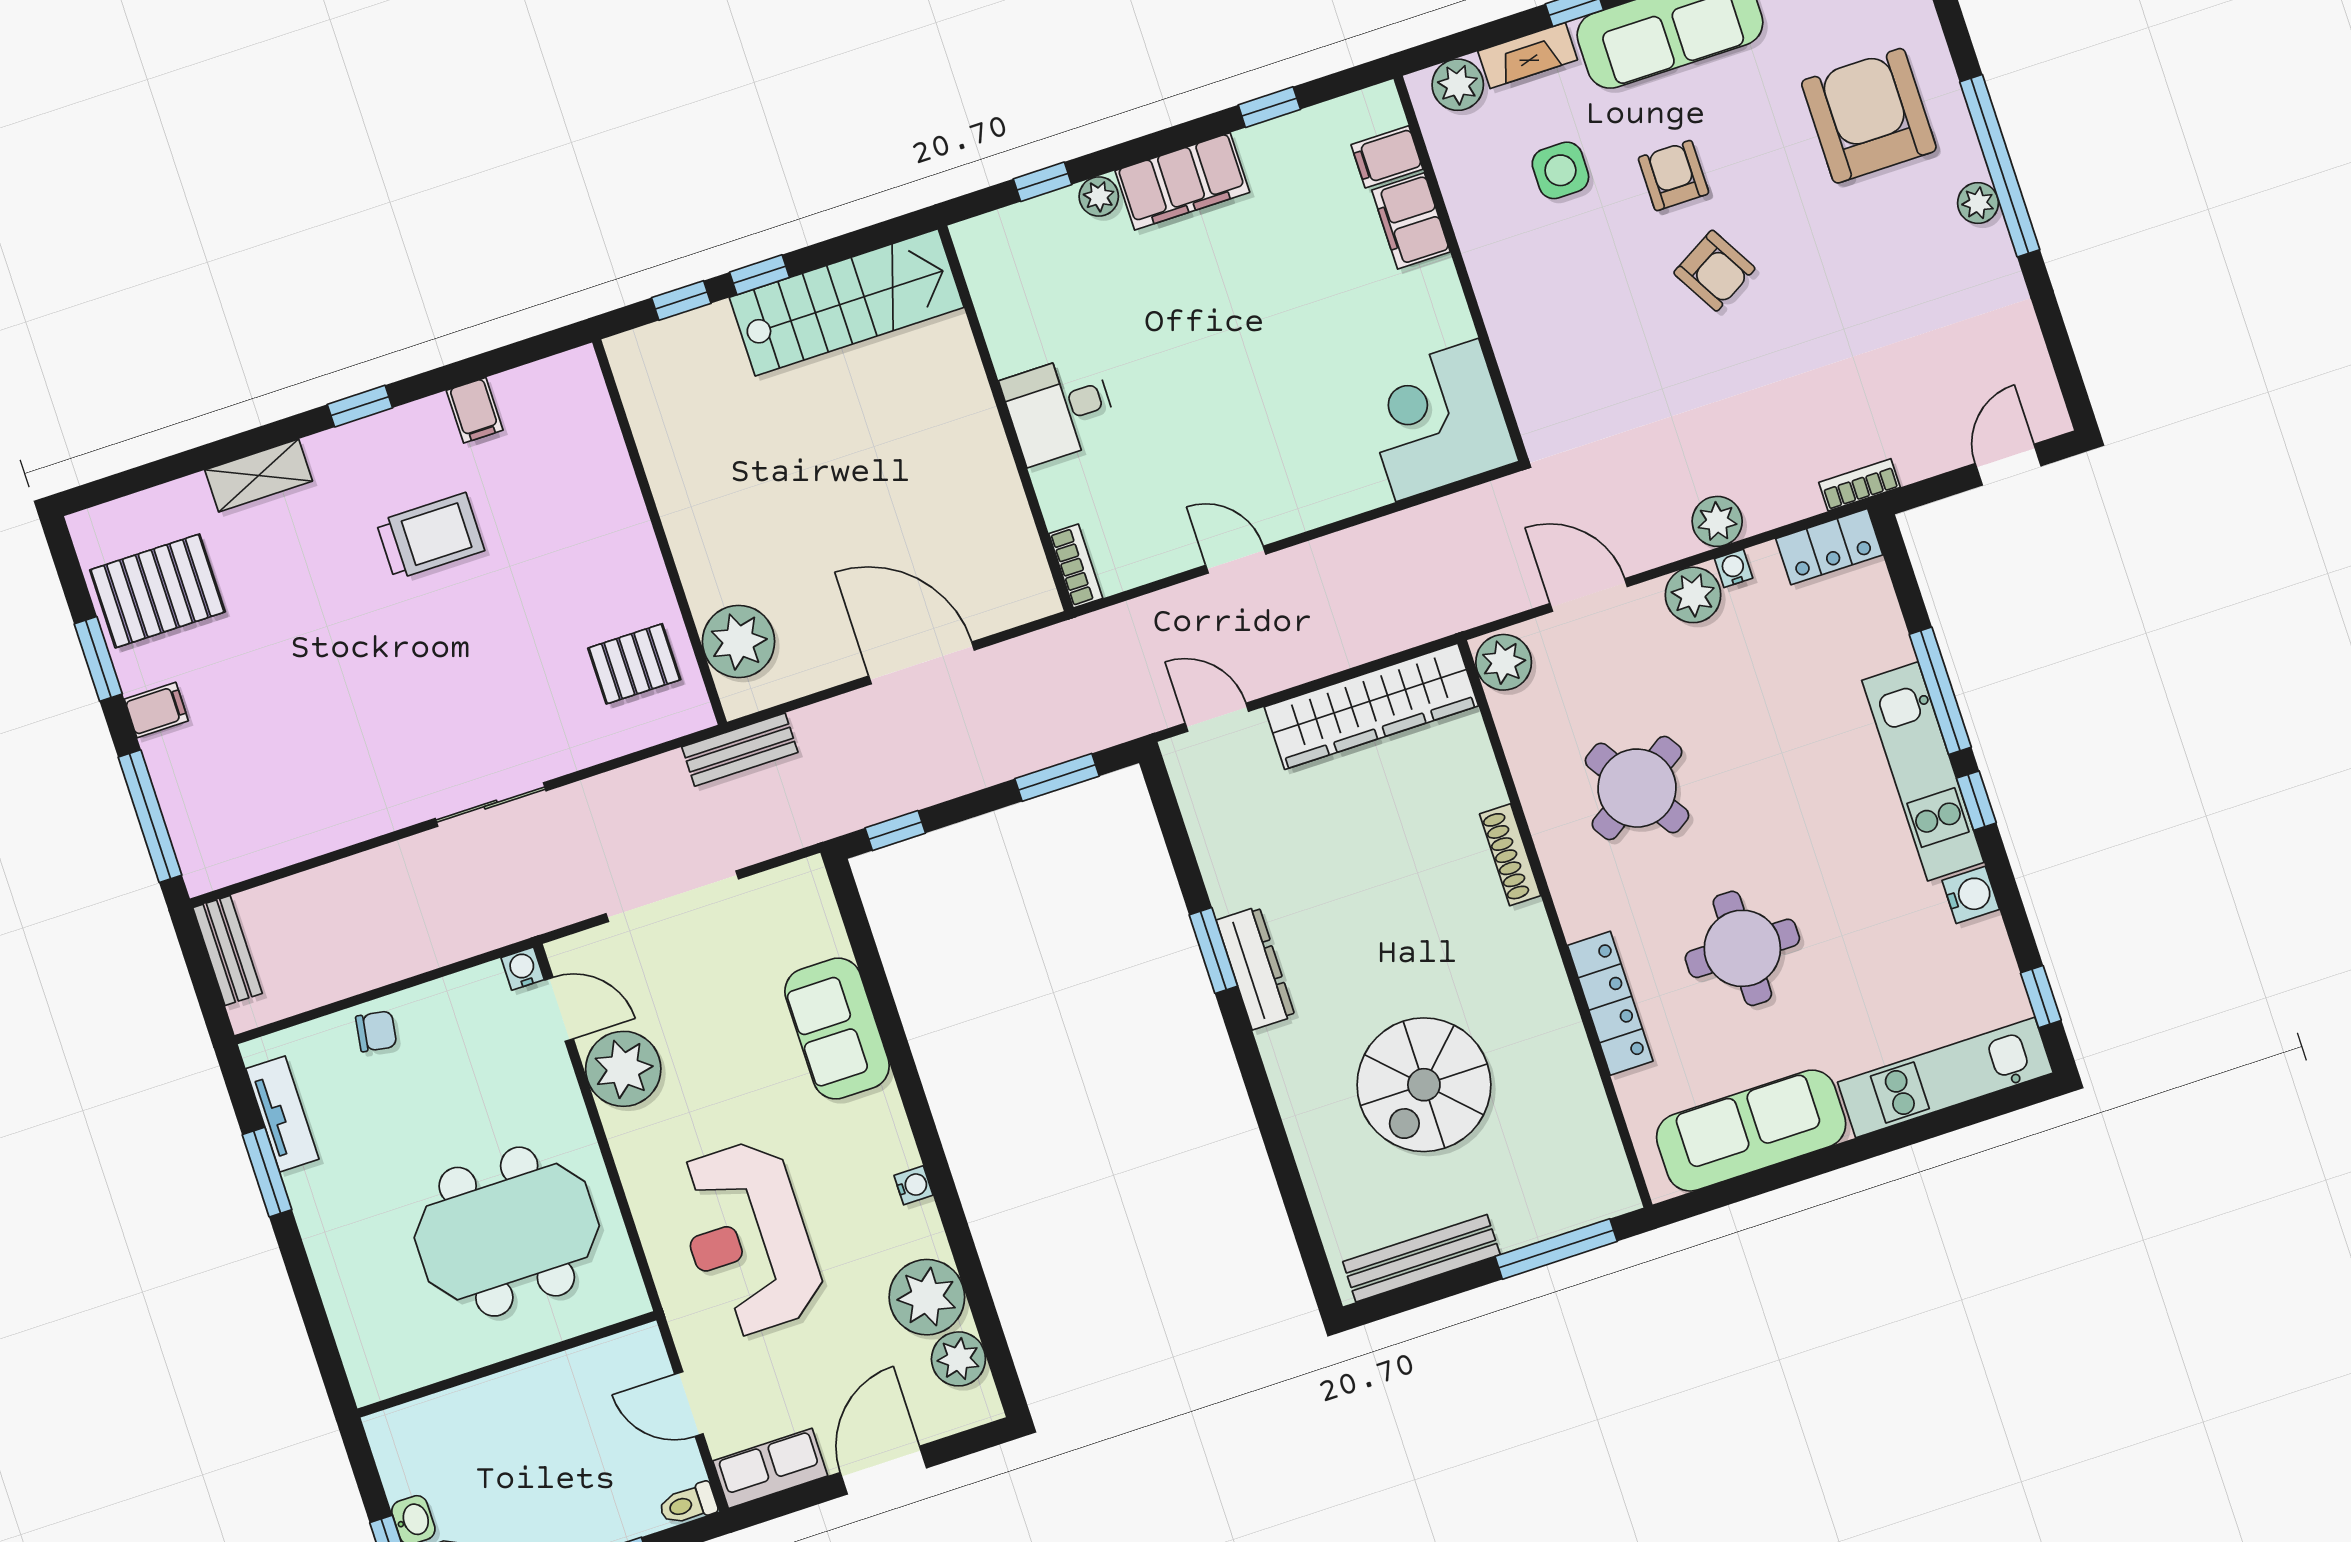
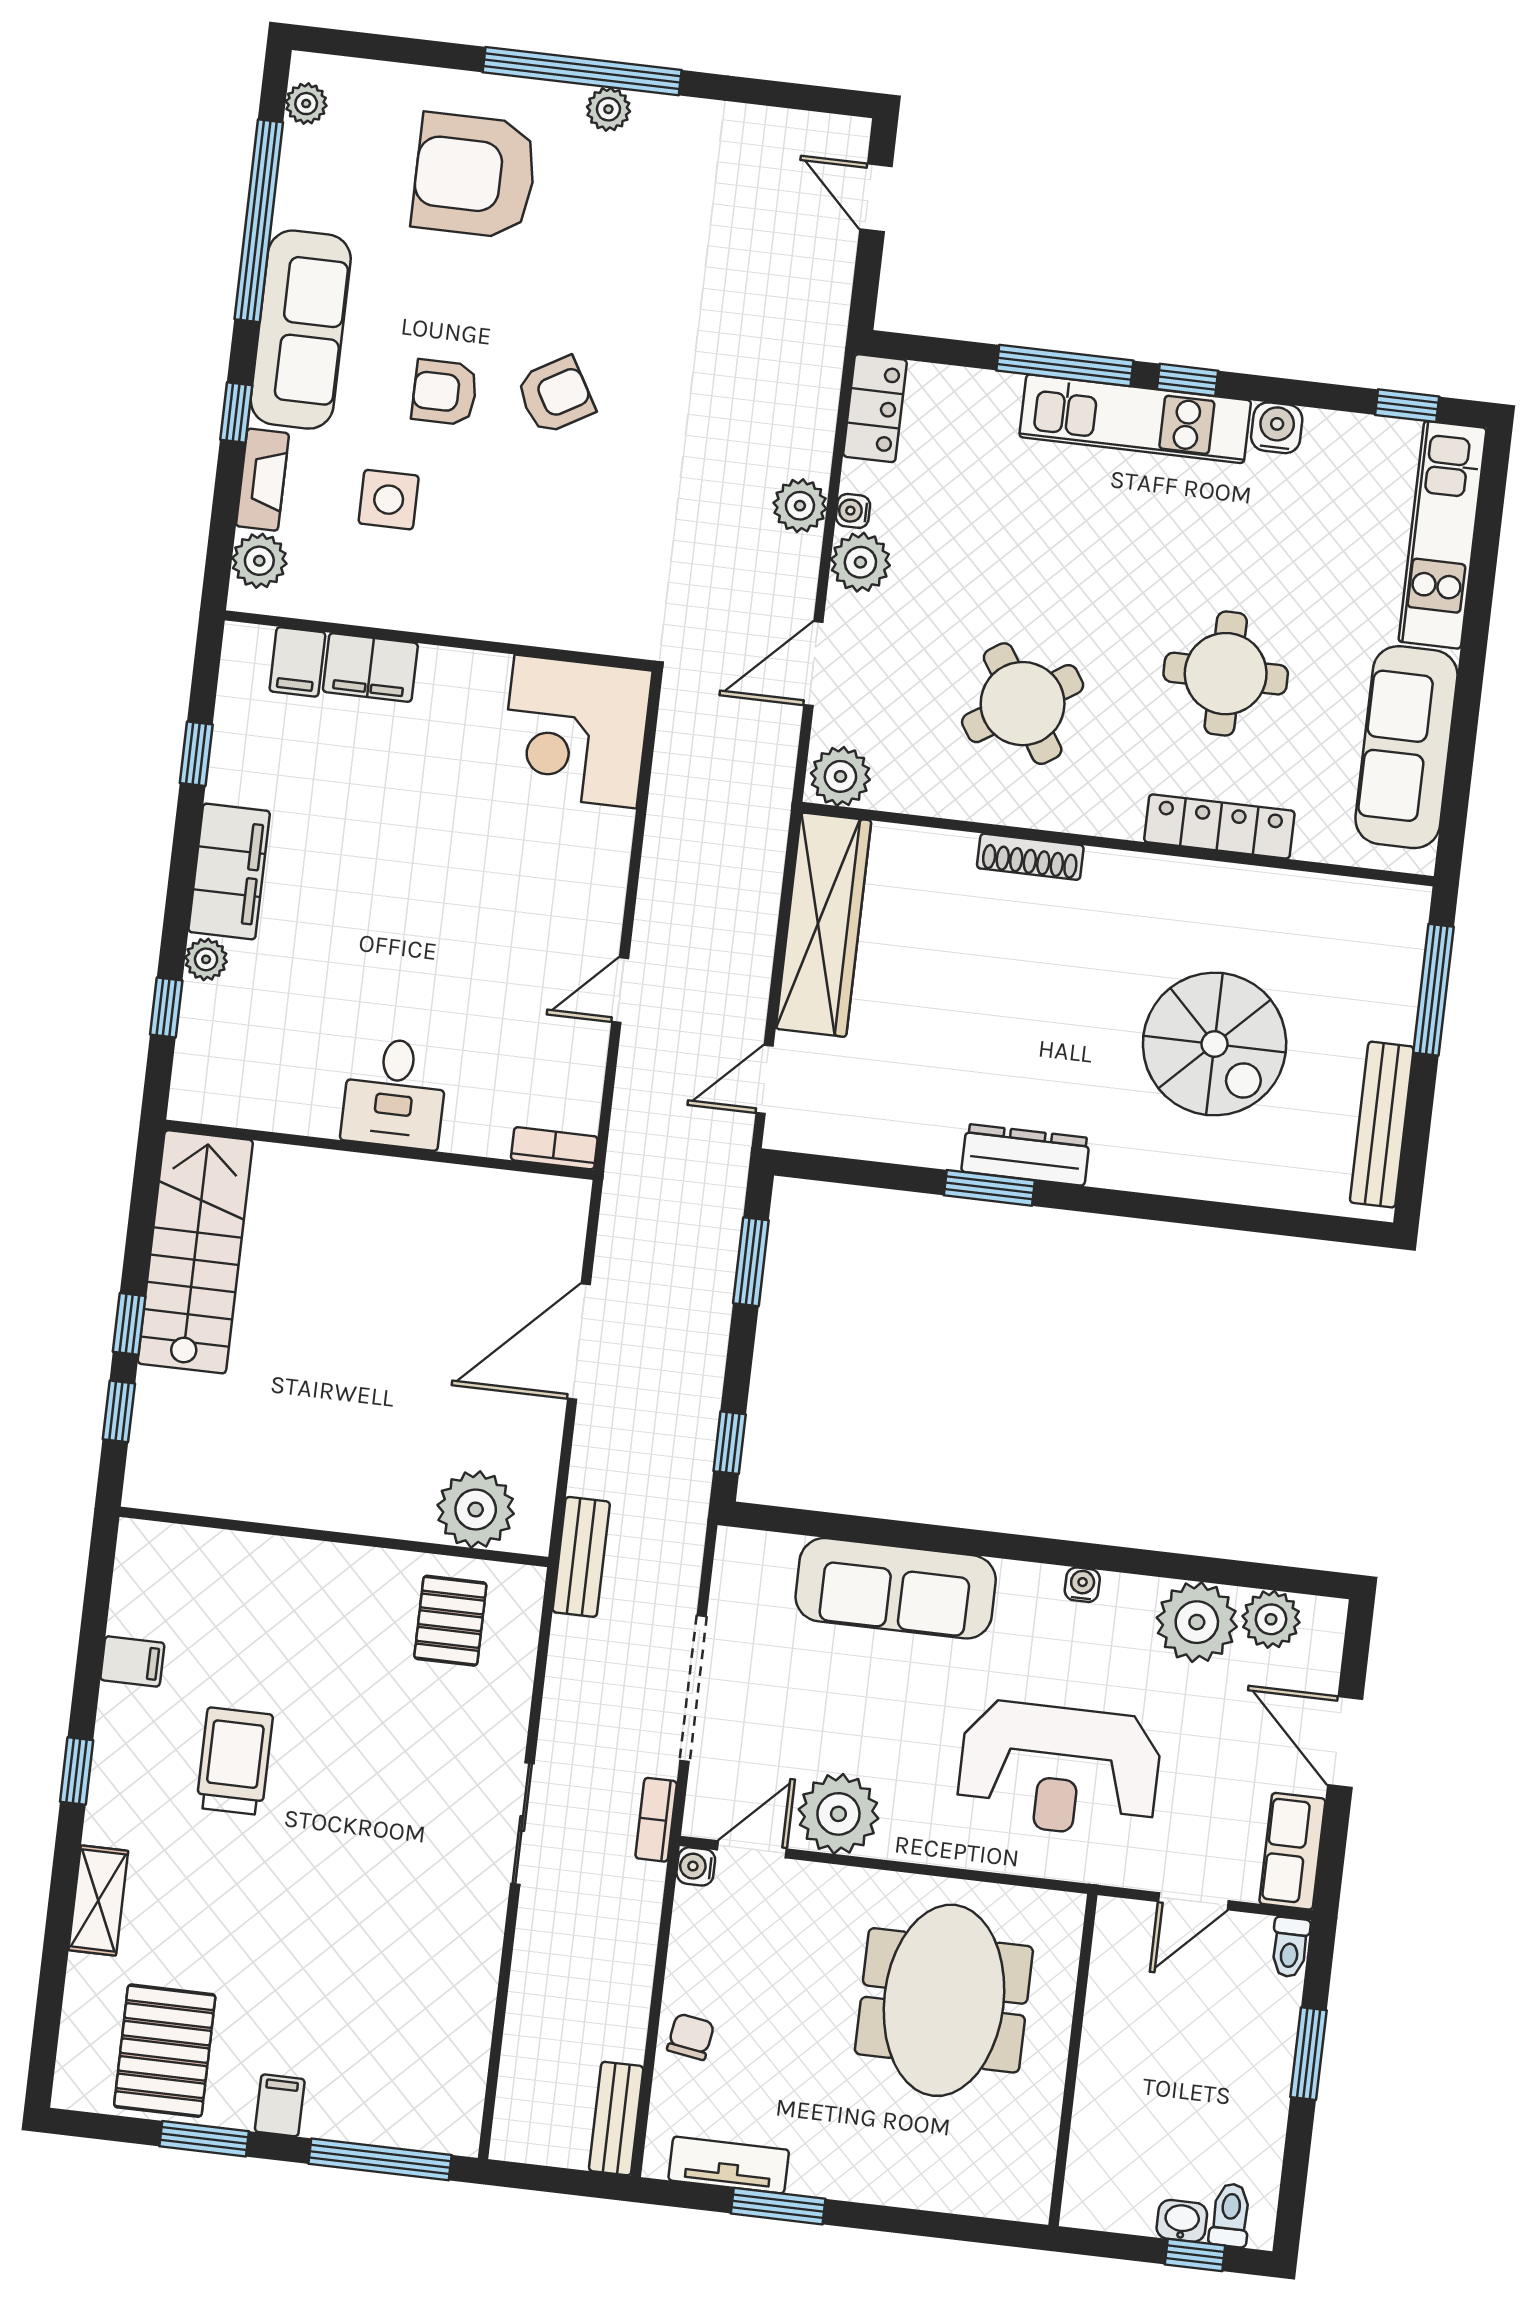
bookcase: (1860, 485) -> (656, 1820), moved
bench: (228, 951) -> (616, 2119), moved, turned 90
sofa: (837, 1029) -> (896, 1588), width x1.36

